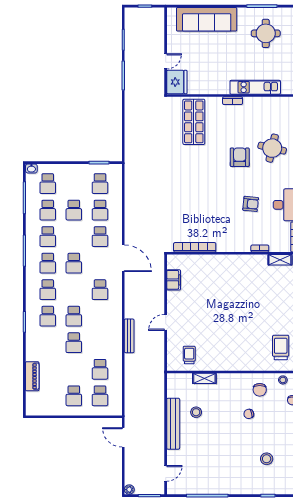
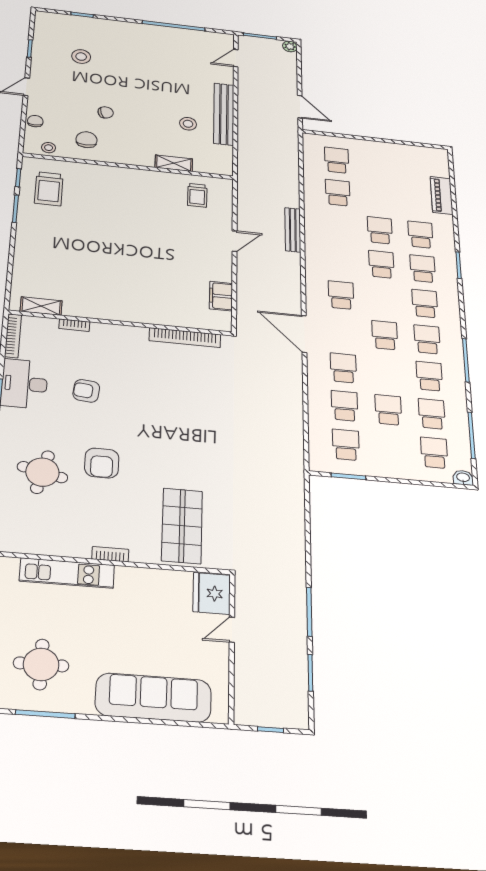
school desk: (74, 396) -> (421, 235), moved

